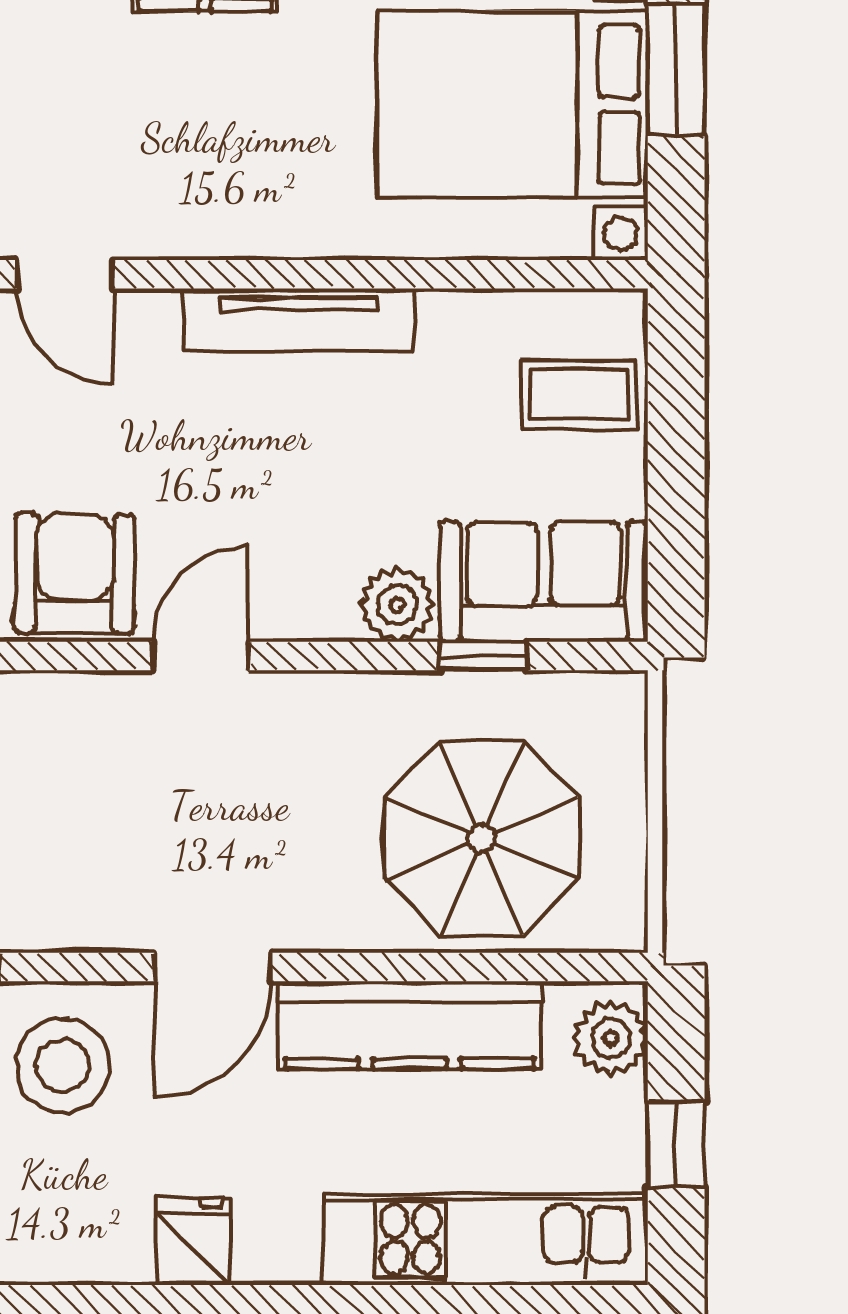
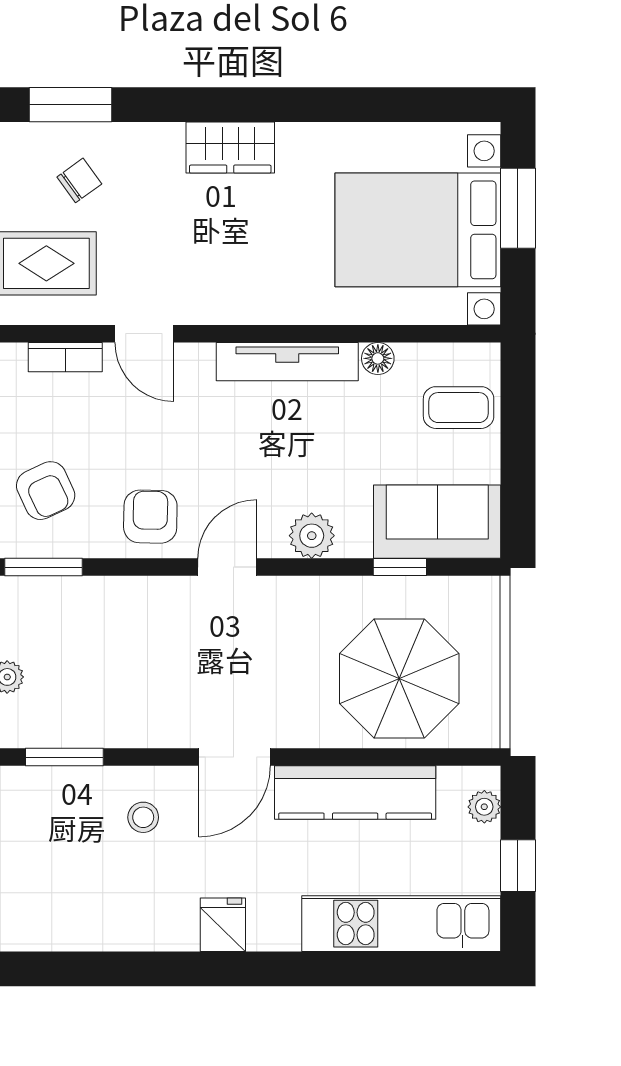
floor lamp: (447, 315) -> (378, 358), added
armchair: (75, 574) -> (150, 517), width x0.72, depth x0.72
plant: (397, 605) -> (312, 536), moved
plant: (611, 1038) -> (484, 807), width x0.73, depth x0.73
stool: (63, 1065) -> (143, 817), width x0.53, depth x0.53

